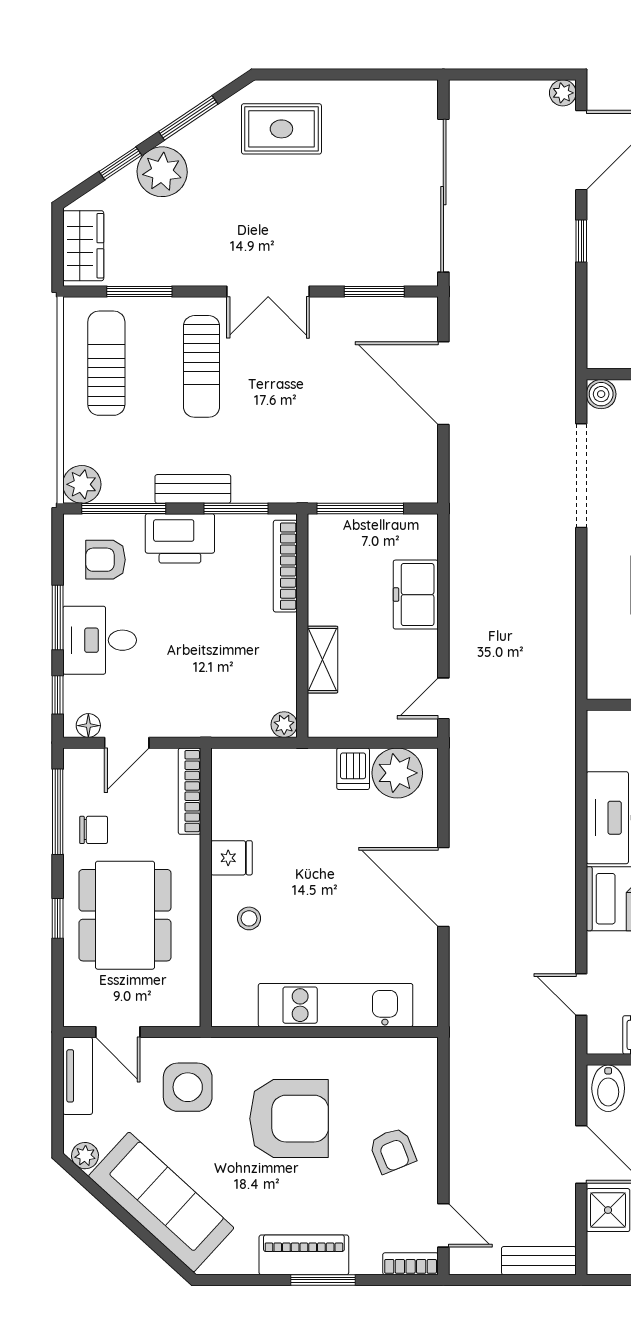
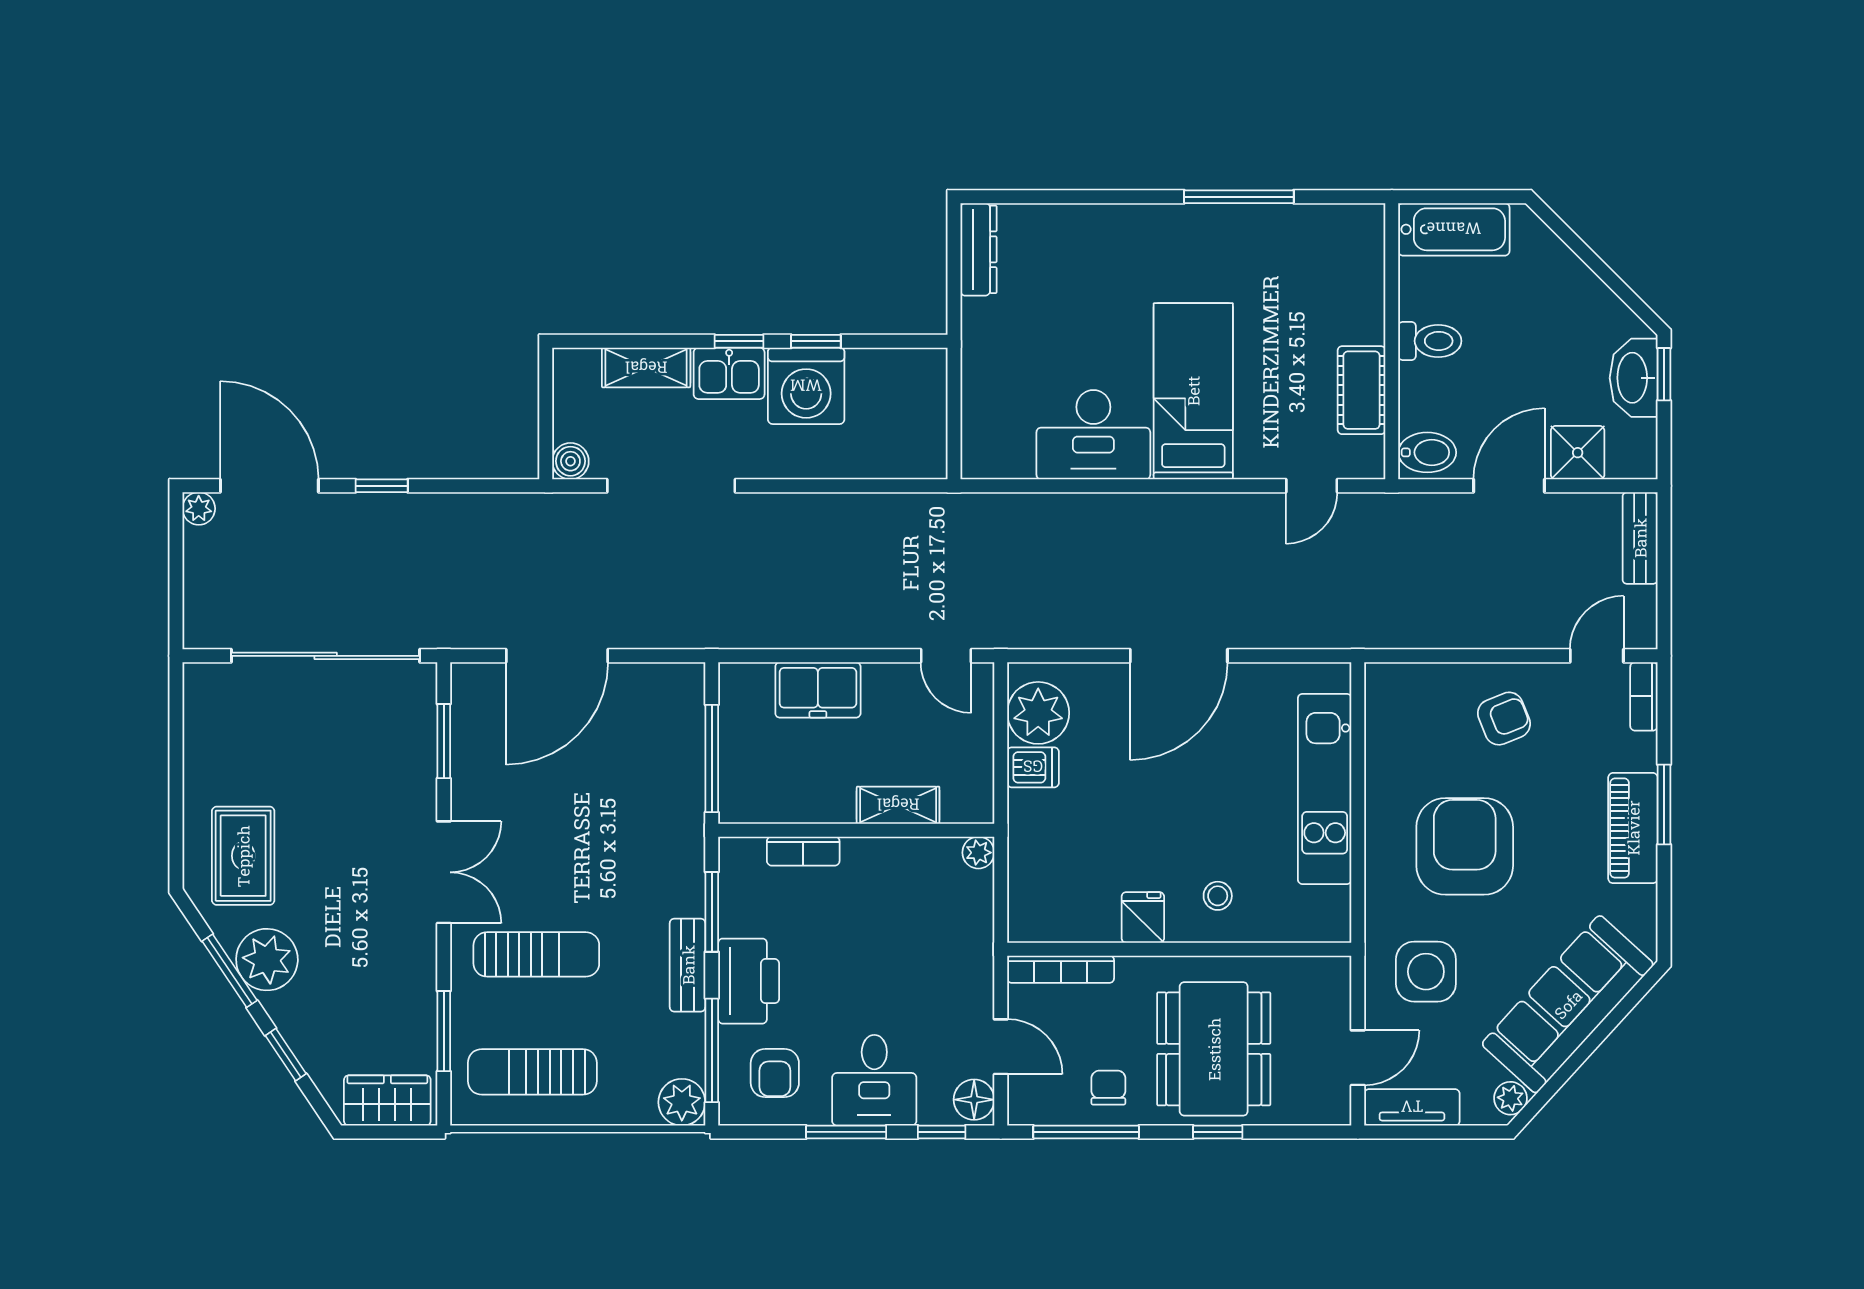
plant: (162, 172) -> (267, 960), moved
bookcase: (285, 566) -> (803, 851), width x0.64
floor lamp: (88, 726) -> (974, 1100), width x1.37, depth x1.37
dining table: (125, 915) -> (1214, 1049), turned 90

